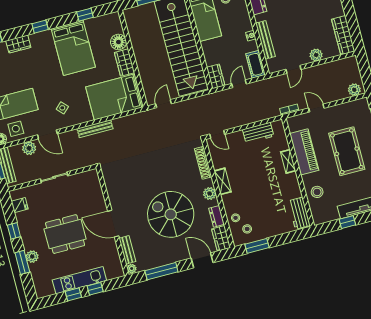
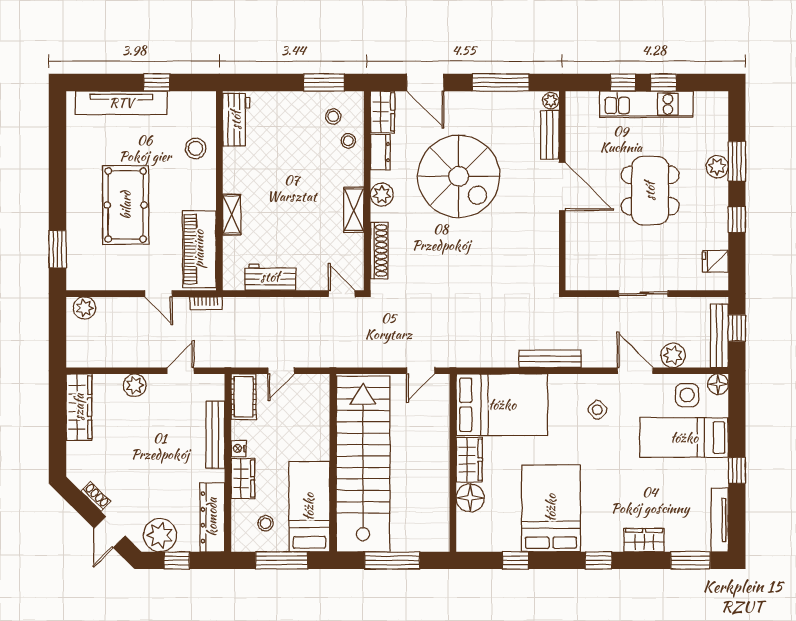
wardrobe: (216, 76) -> (243, 478), moved, turned 180
piano: (304, 152) -> (199, 249), moved
dining table: (65, 234) -> (650, 191), turned 90

